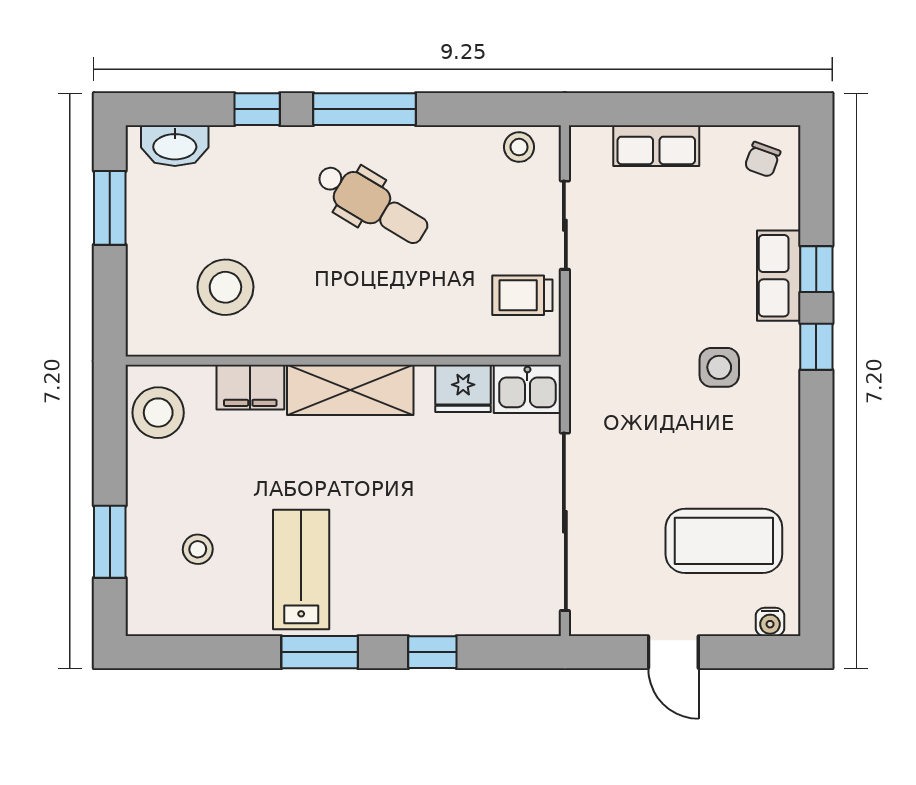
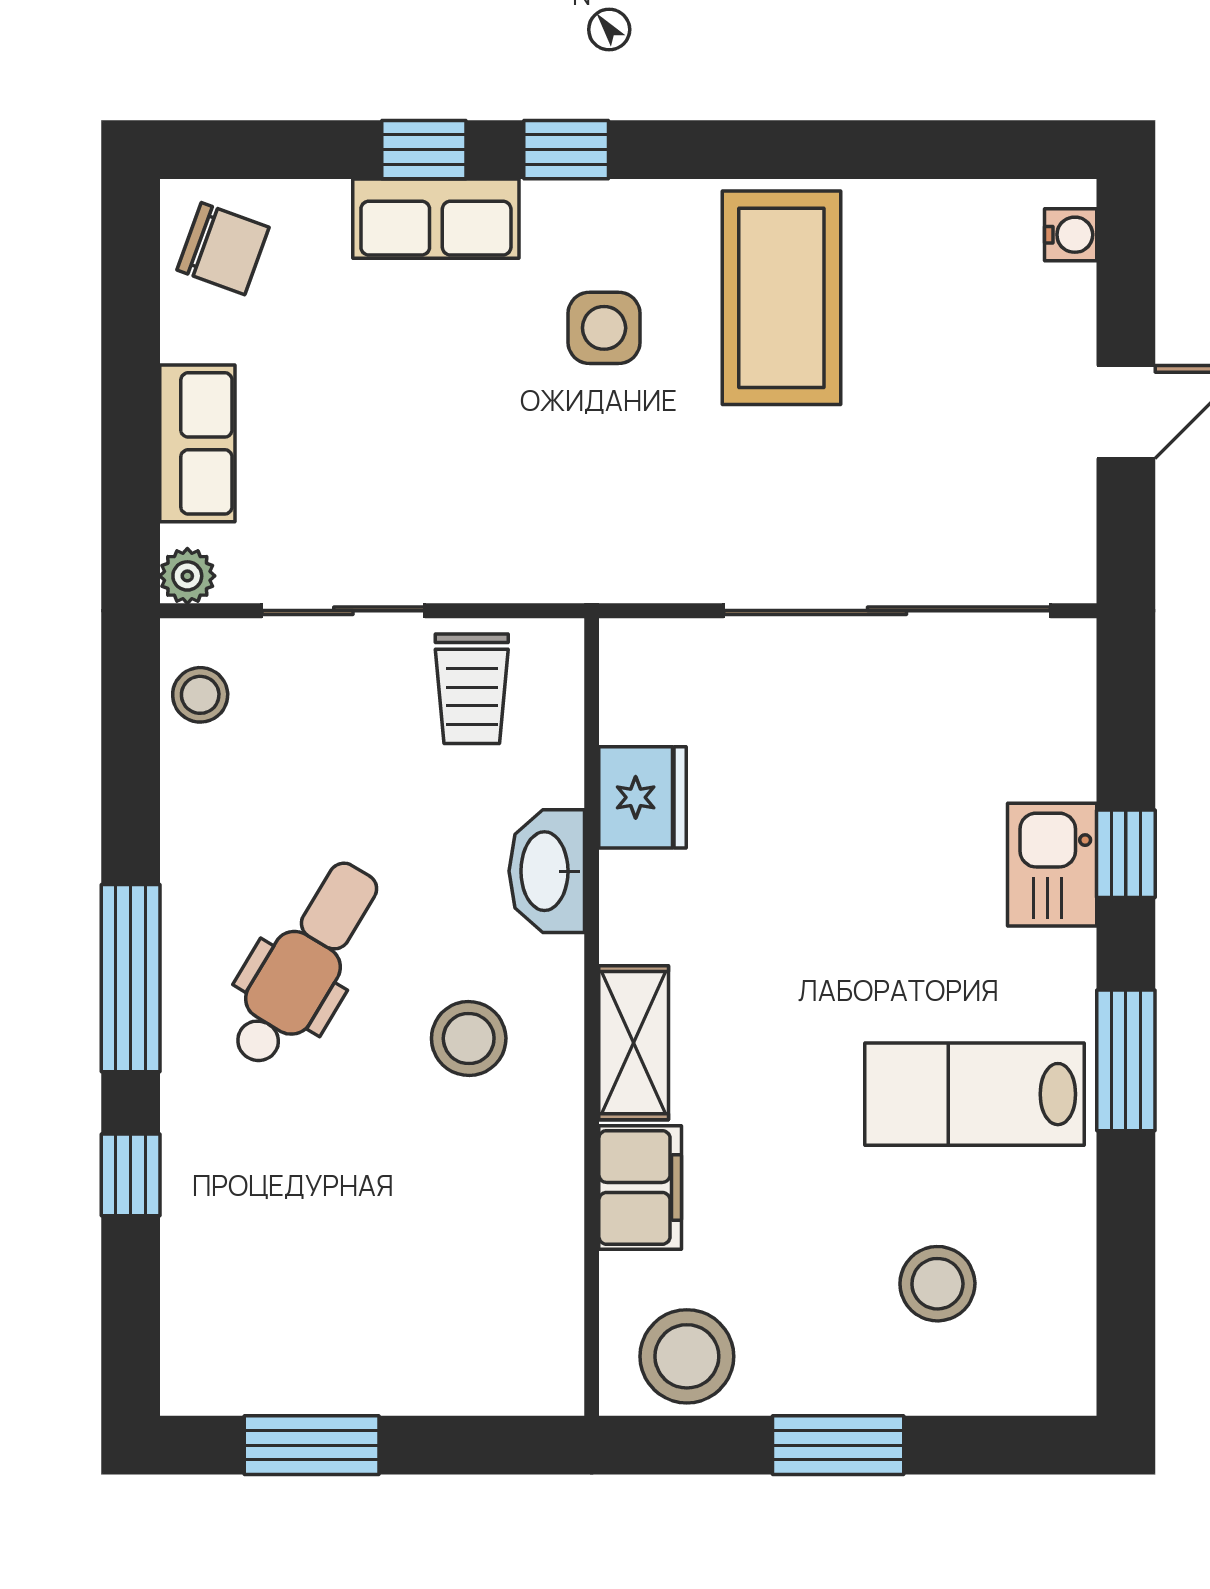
plant: (584, 140) -> (187, 576), added
washbasin: (175, 146) -> (547, 871), moved, turned 180
chair: (762, 160) -> (223, 249), width x1.37, depth x1.37
stool: (225, 287) -> (469, 1039), moved, width x0.73, depth x0.73
kitchen sink: (527, 389) -> (1052, 865), moved, turned 180
shelving: (350, 390) -> (634, 1043), width x0.67, depth x0.75
coffee table: (724, 541) -> (781, 298), moved
window: (110, 542) -> (838, 1445), moved
stool: (198, 549) -> (937, 1284), width x1.37, depth x1.37

